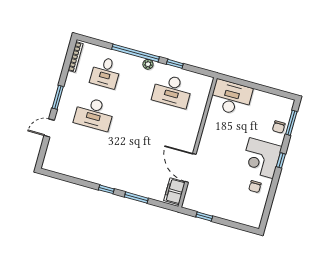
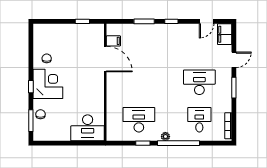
filing cabinet: (52, 159) -> (225, 34), added
door: (68, 179) -> (207, 21), added
filing cabinet: (175, 191) -> (113, 41), width x0.50

